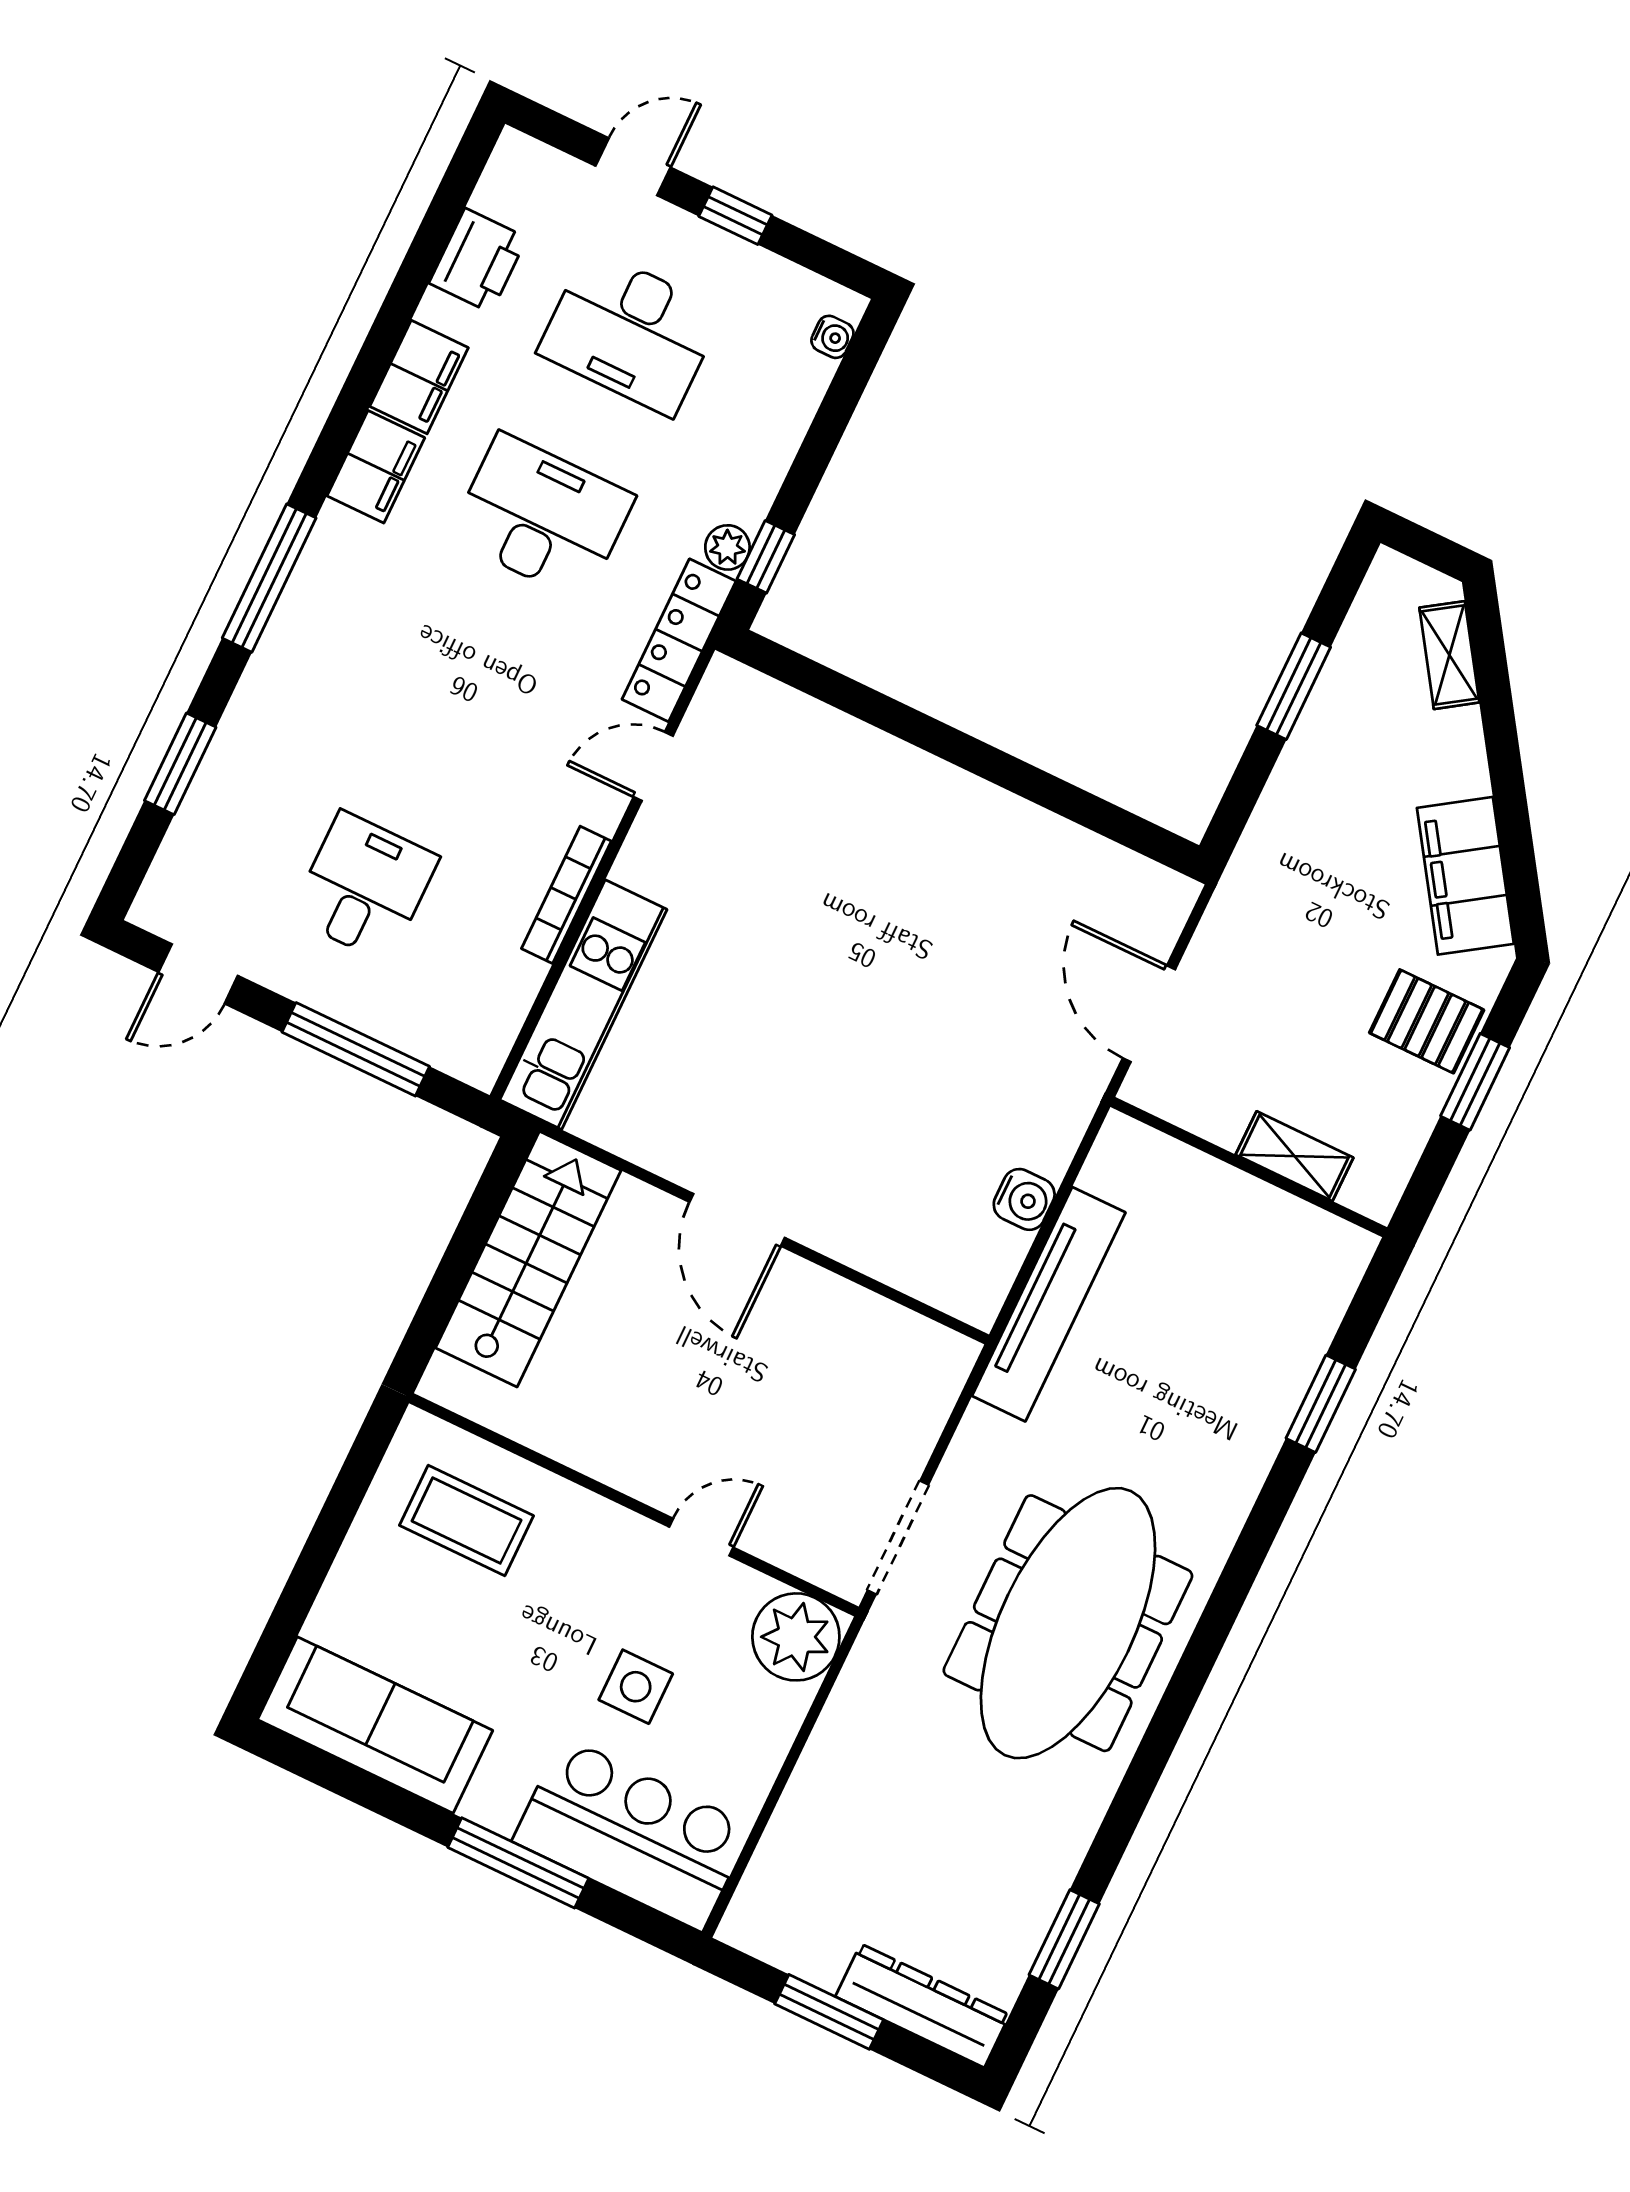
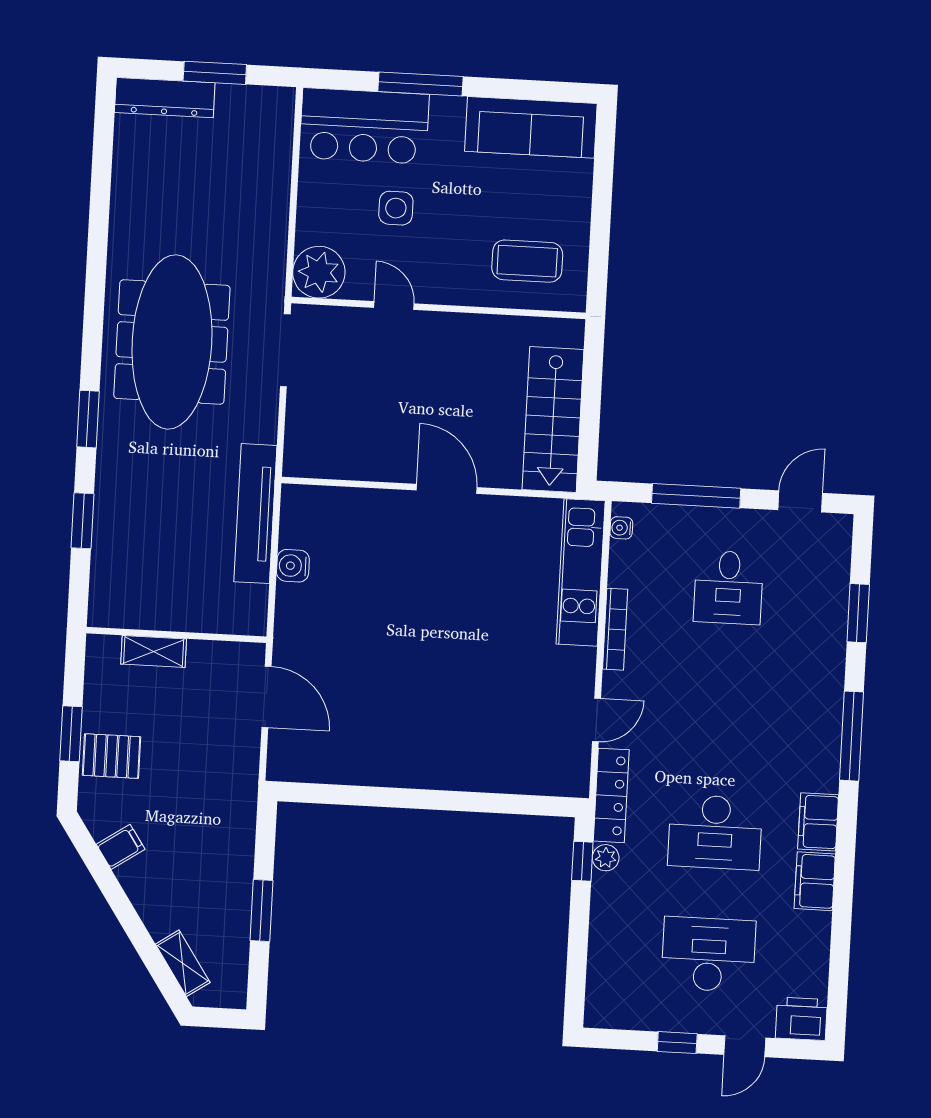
printer: (478, 260) -> (801, 1019), moved, turned 90
water cooler: (832, 337) -> (621, 528), moved
filing cabinet: (1465, 876) -> (121, 847), width x0.33, depth x0.86
door: (701, 1537) -> (394, 306), swing flipped
window: (1064, 1939) -> (88, 419), moved

